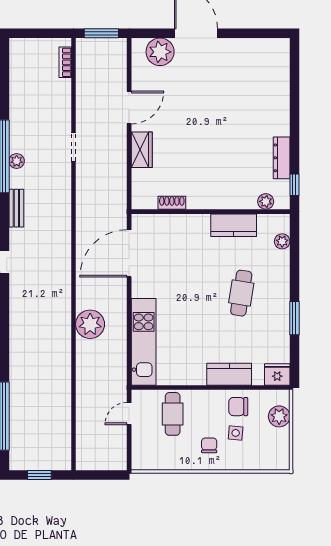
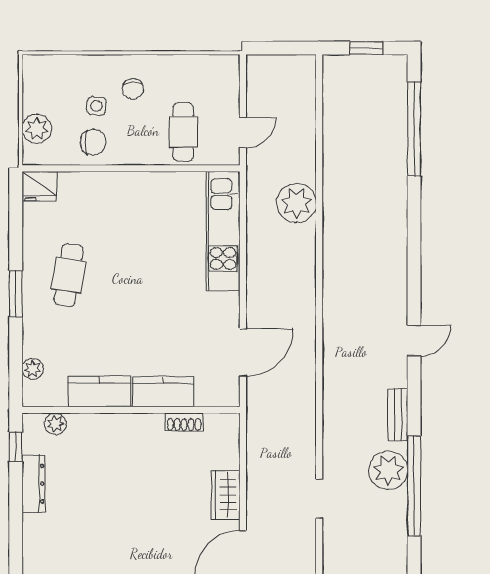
plant: (17, 161) -> (388, 470), width x1.87, depth x1.87
door: (129, 253) -> (243, 353), width x0.73
cafe table: (241, 293) -> (69, 275), moved
window: (294, 318) -> (16, 294), moved
plant: (90, 324) -> (296, 203), moved
kitchen counter: (229, 374) -> (163, 392), moved, turned 180

